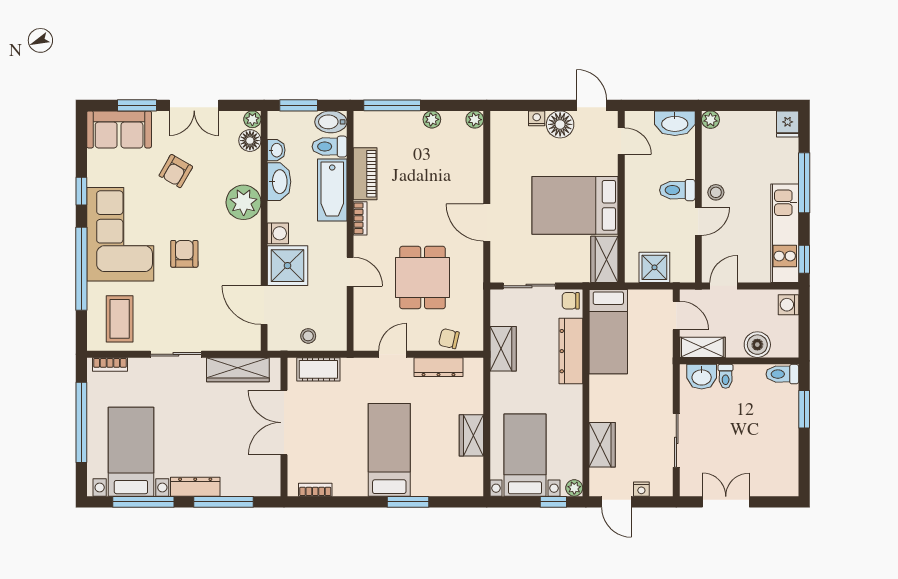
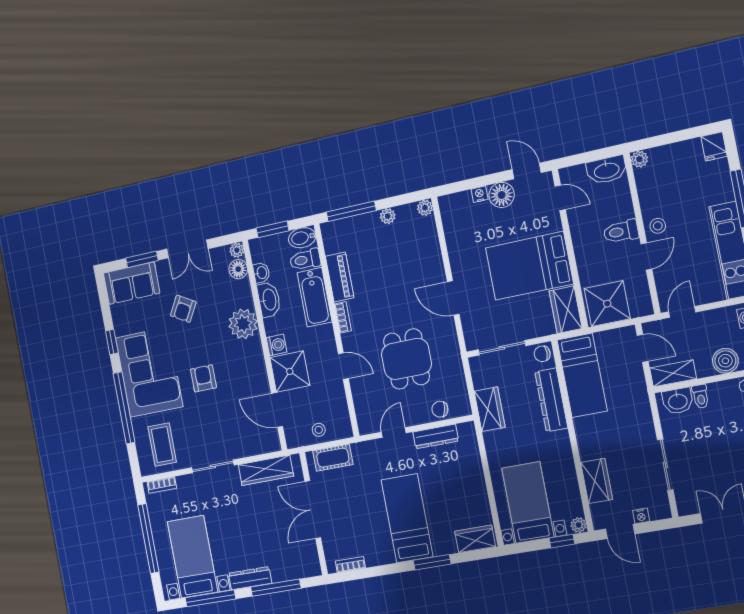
shower: (654, 267) -> (607, 304), width x1.36, depth x1.36
wardrobe: (471, 435) -> (475, 539), moved, turned 90

